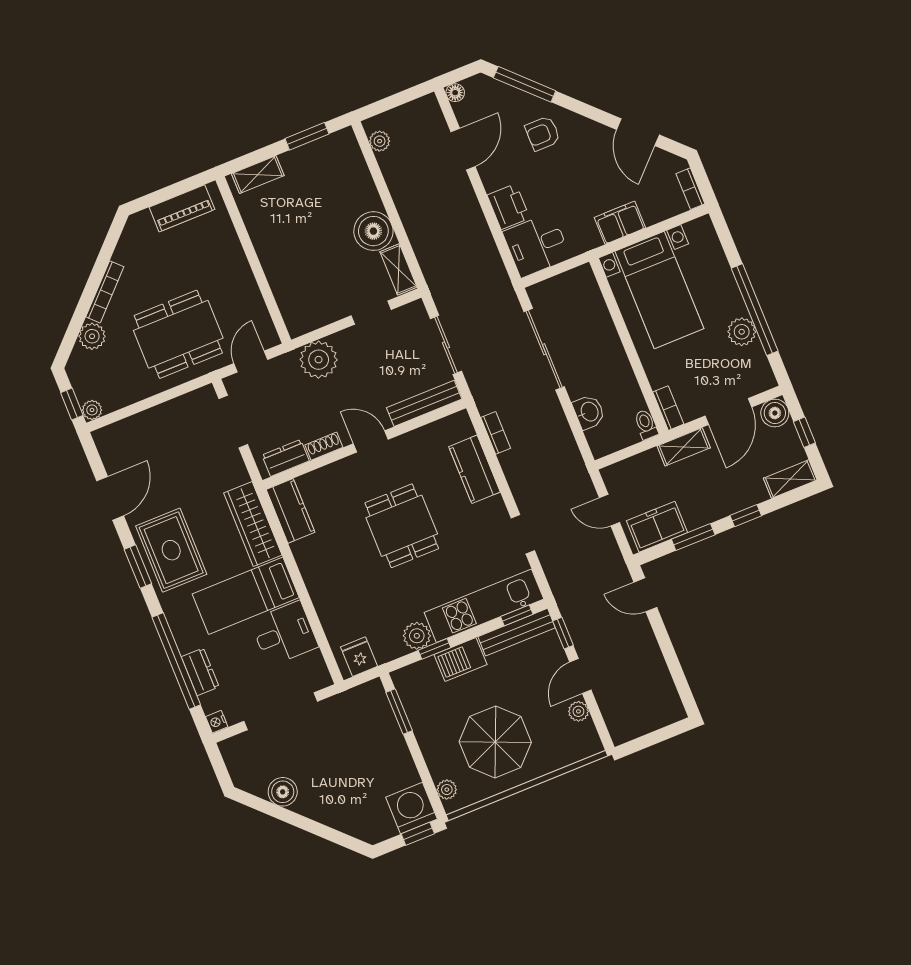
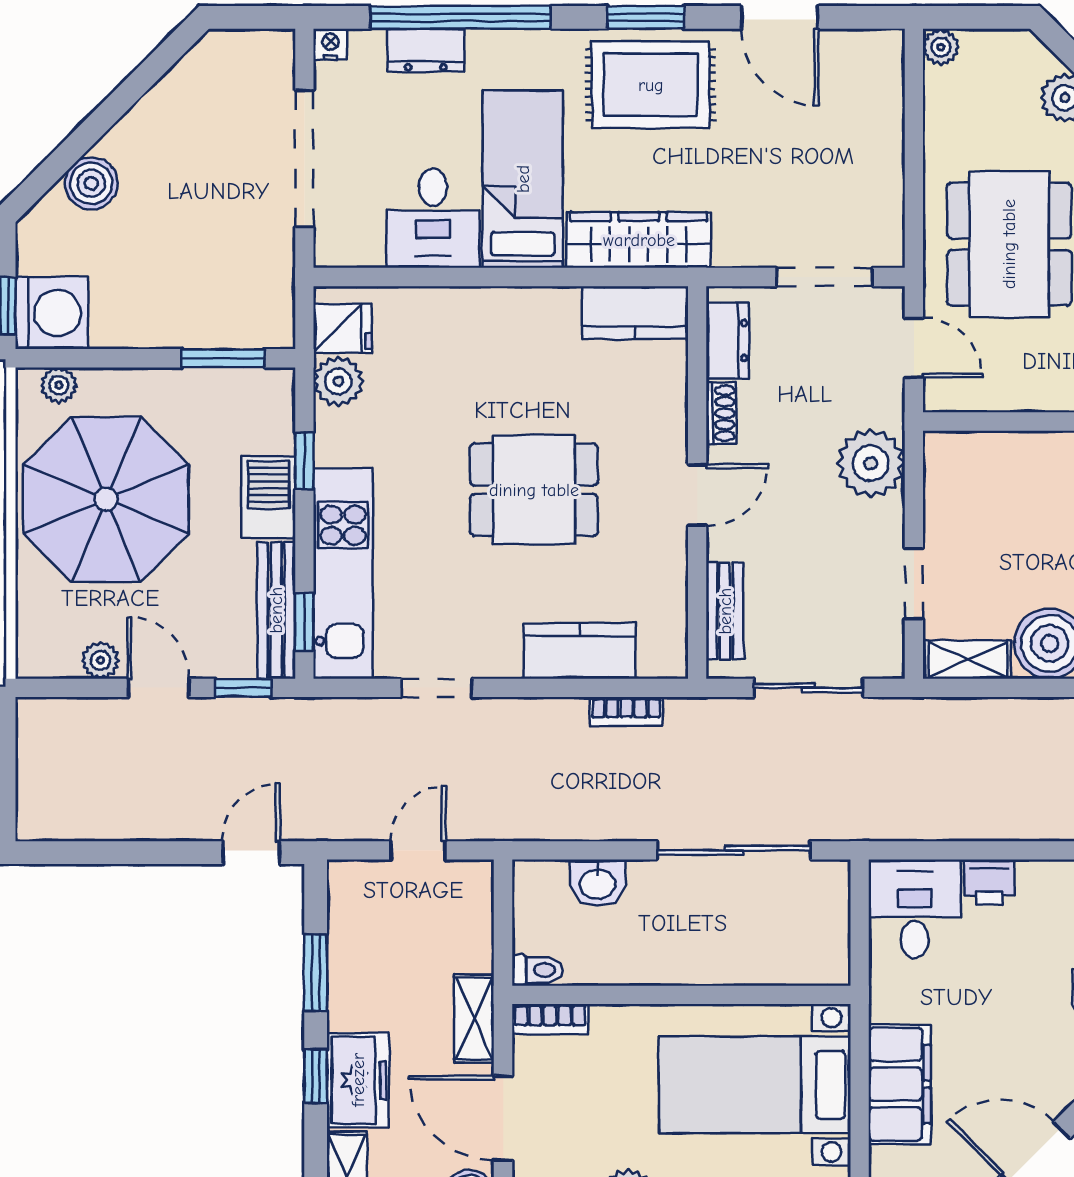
printer: (508, 207) -> (989, 882), width x0.73, depth x0.81
filing cabinet: (620, 223) -> (900, 1084), width x1.50, depth x1.17
bench: (424, 403) -> (725, 611), width x0.73
window: (72, 404) -> (965, 17), removed
freezer: (657, 527) -> (358, 1080), moved
plant: (417, 636) -> (338, 381), moved
parasol: (495, 742) -> (106, 499), width x1.36, depth x1.36
boiler: (283, 792) -> (91, 183), moved

